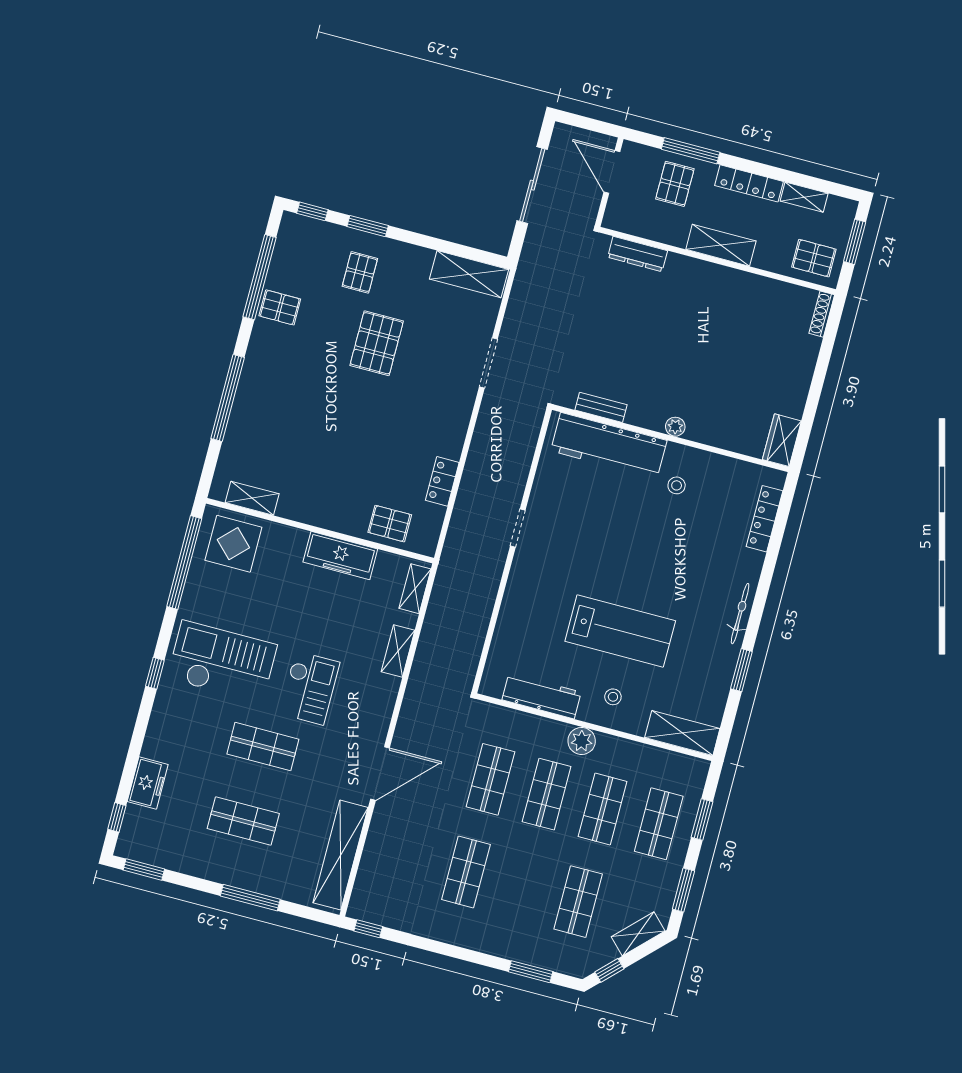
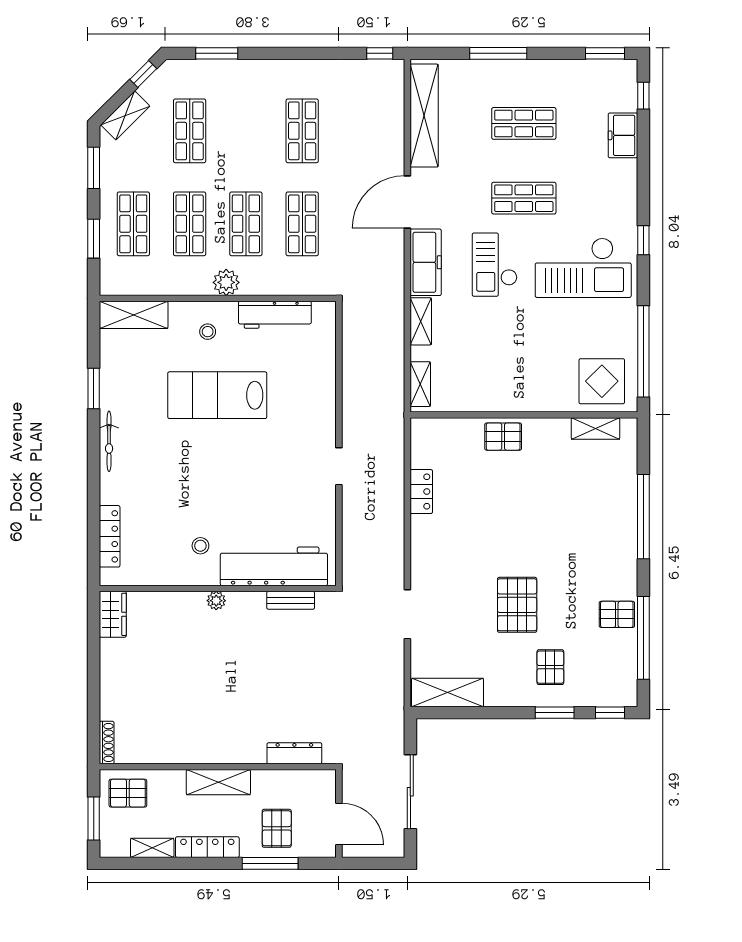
pallet: (390, 524) -> (503, 437), moved
freezer: (340, 555) -> (426, 262), moved, turned 90

